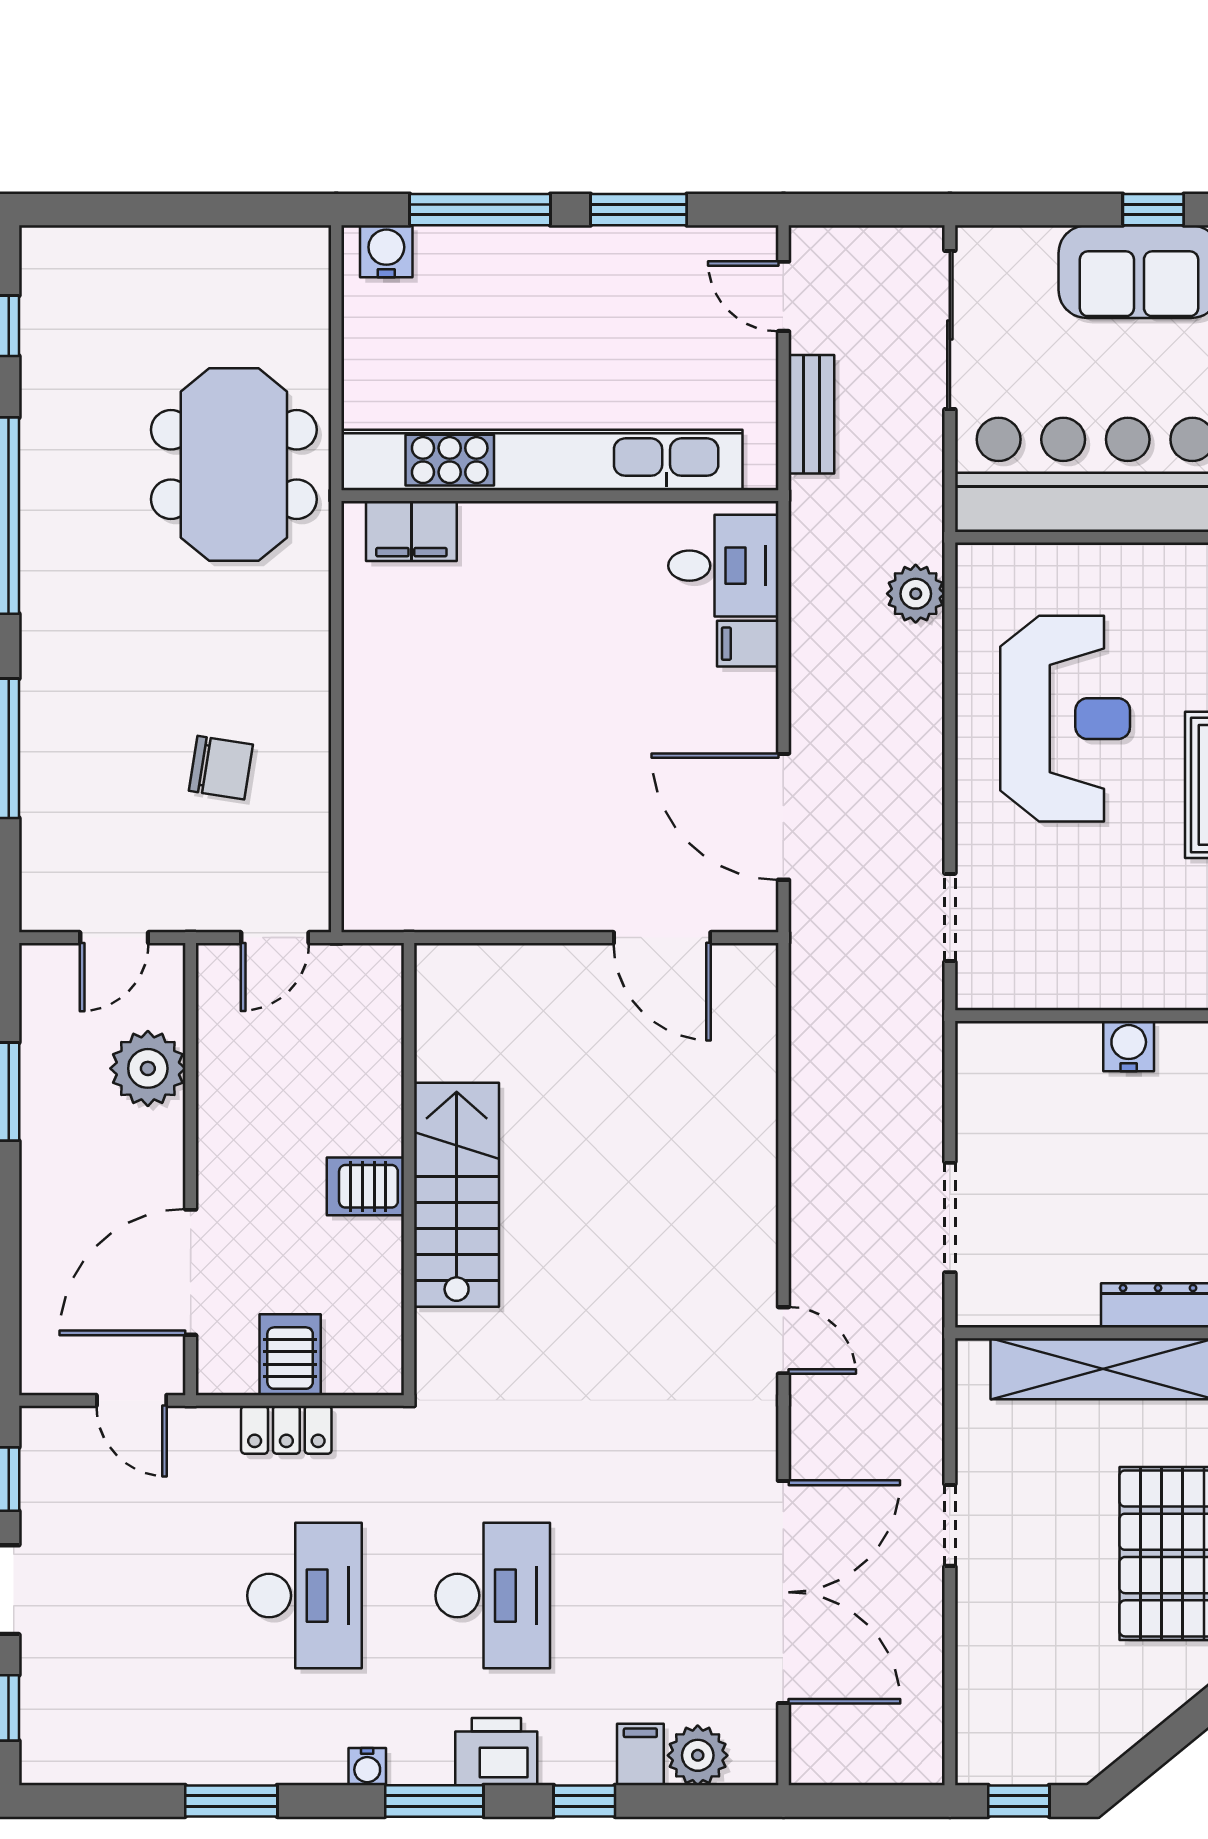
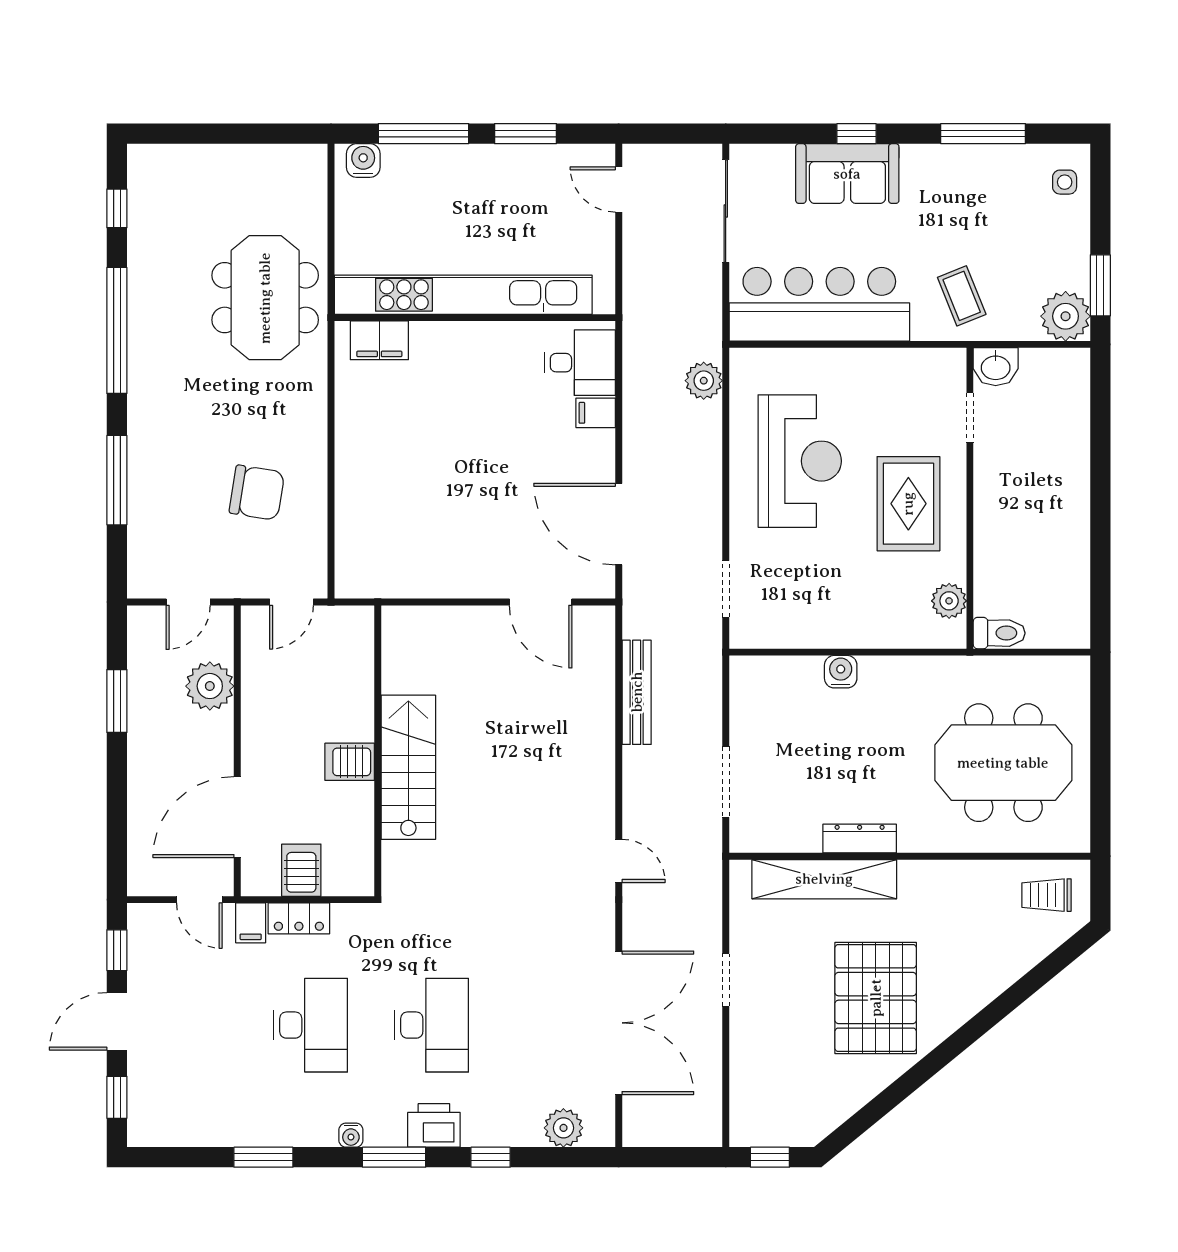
bench: (811, 414) -> (637, 692), moved, width x1.36
chair: (221, 768) -> (257, 493), width x1.37, depth x1.37
filing cabinet: (640, 1754) -> (251, 923), moved, turned 180

